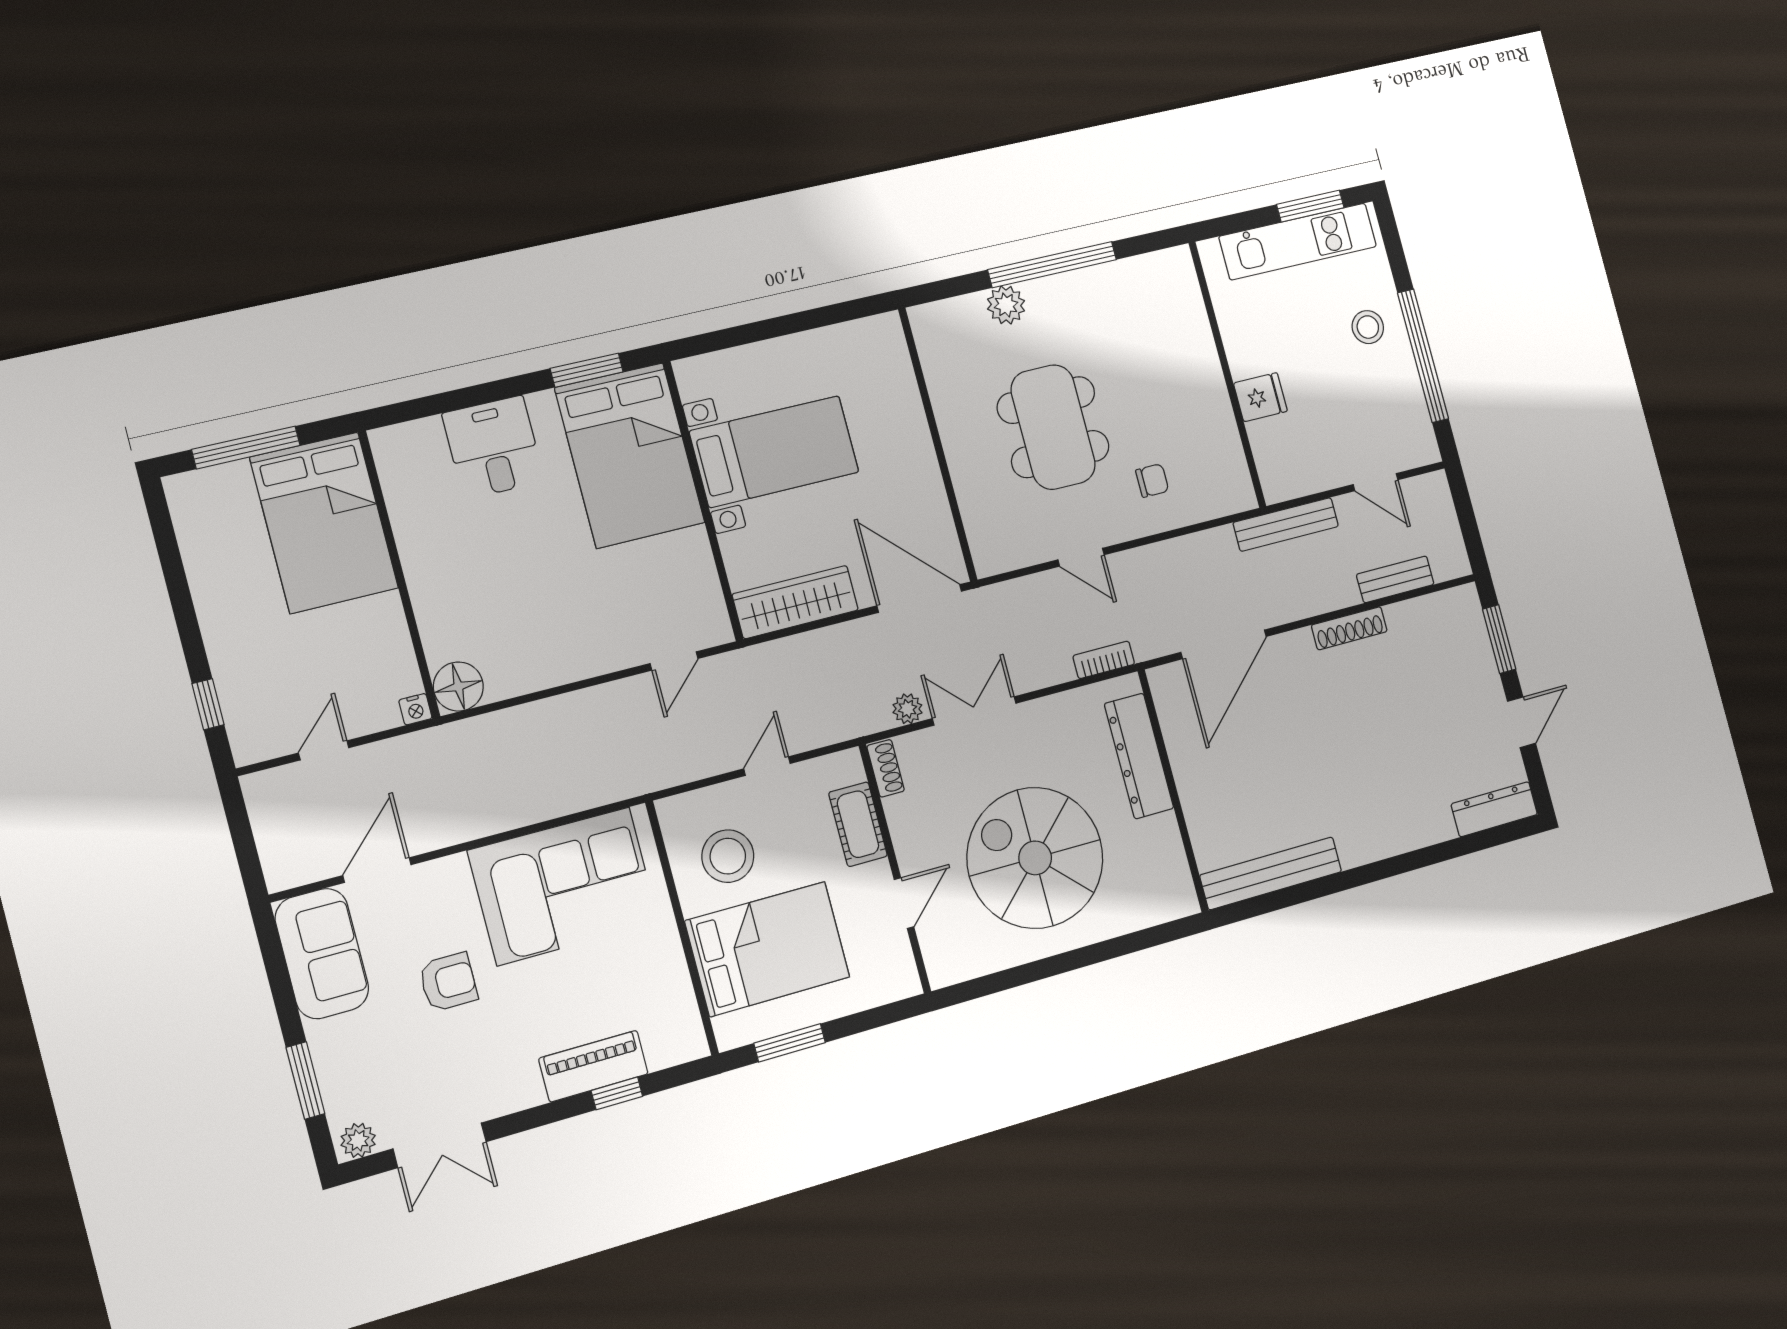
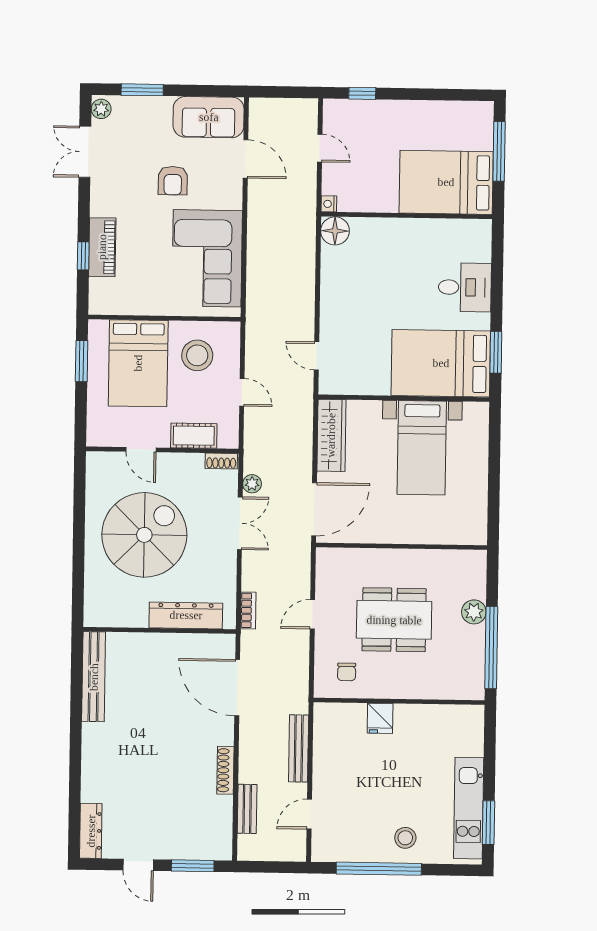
wall: (1227, 375) -> (399, 701), moved
fridge: (1260, 397) -> (380, 718), moved

